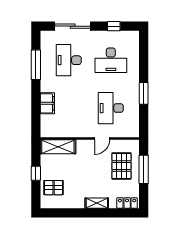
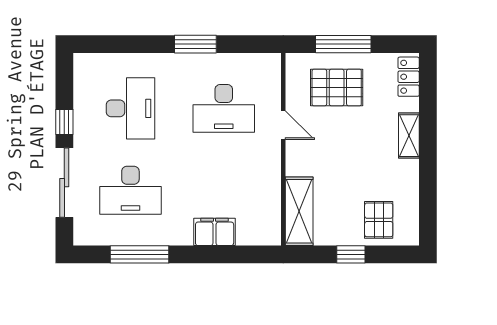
window: (114, 26) -> (64, 122), moved

